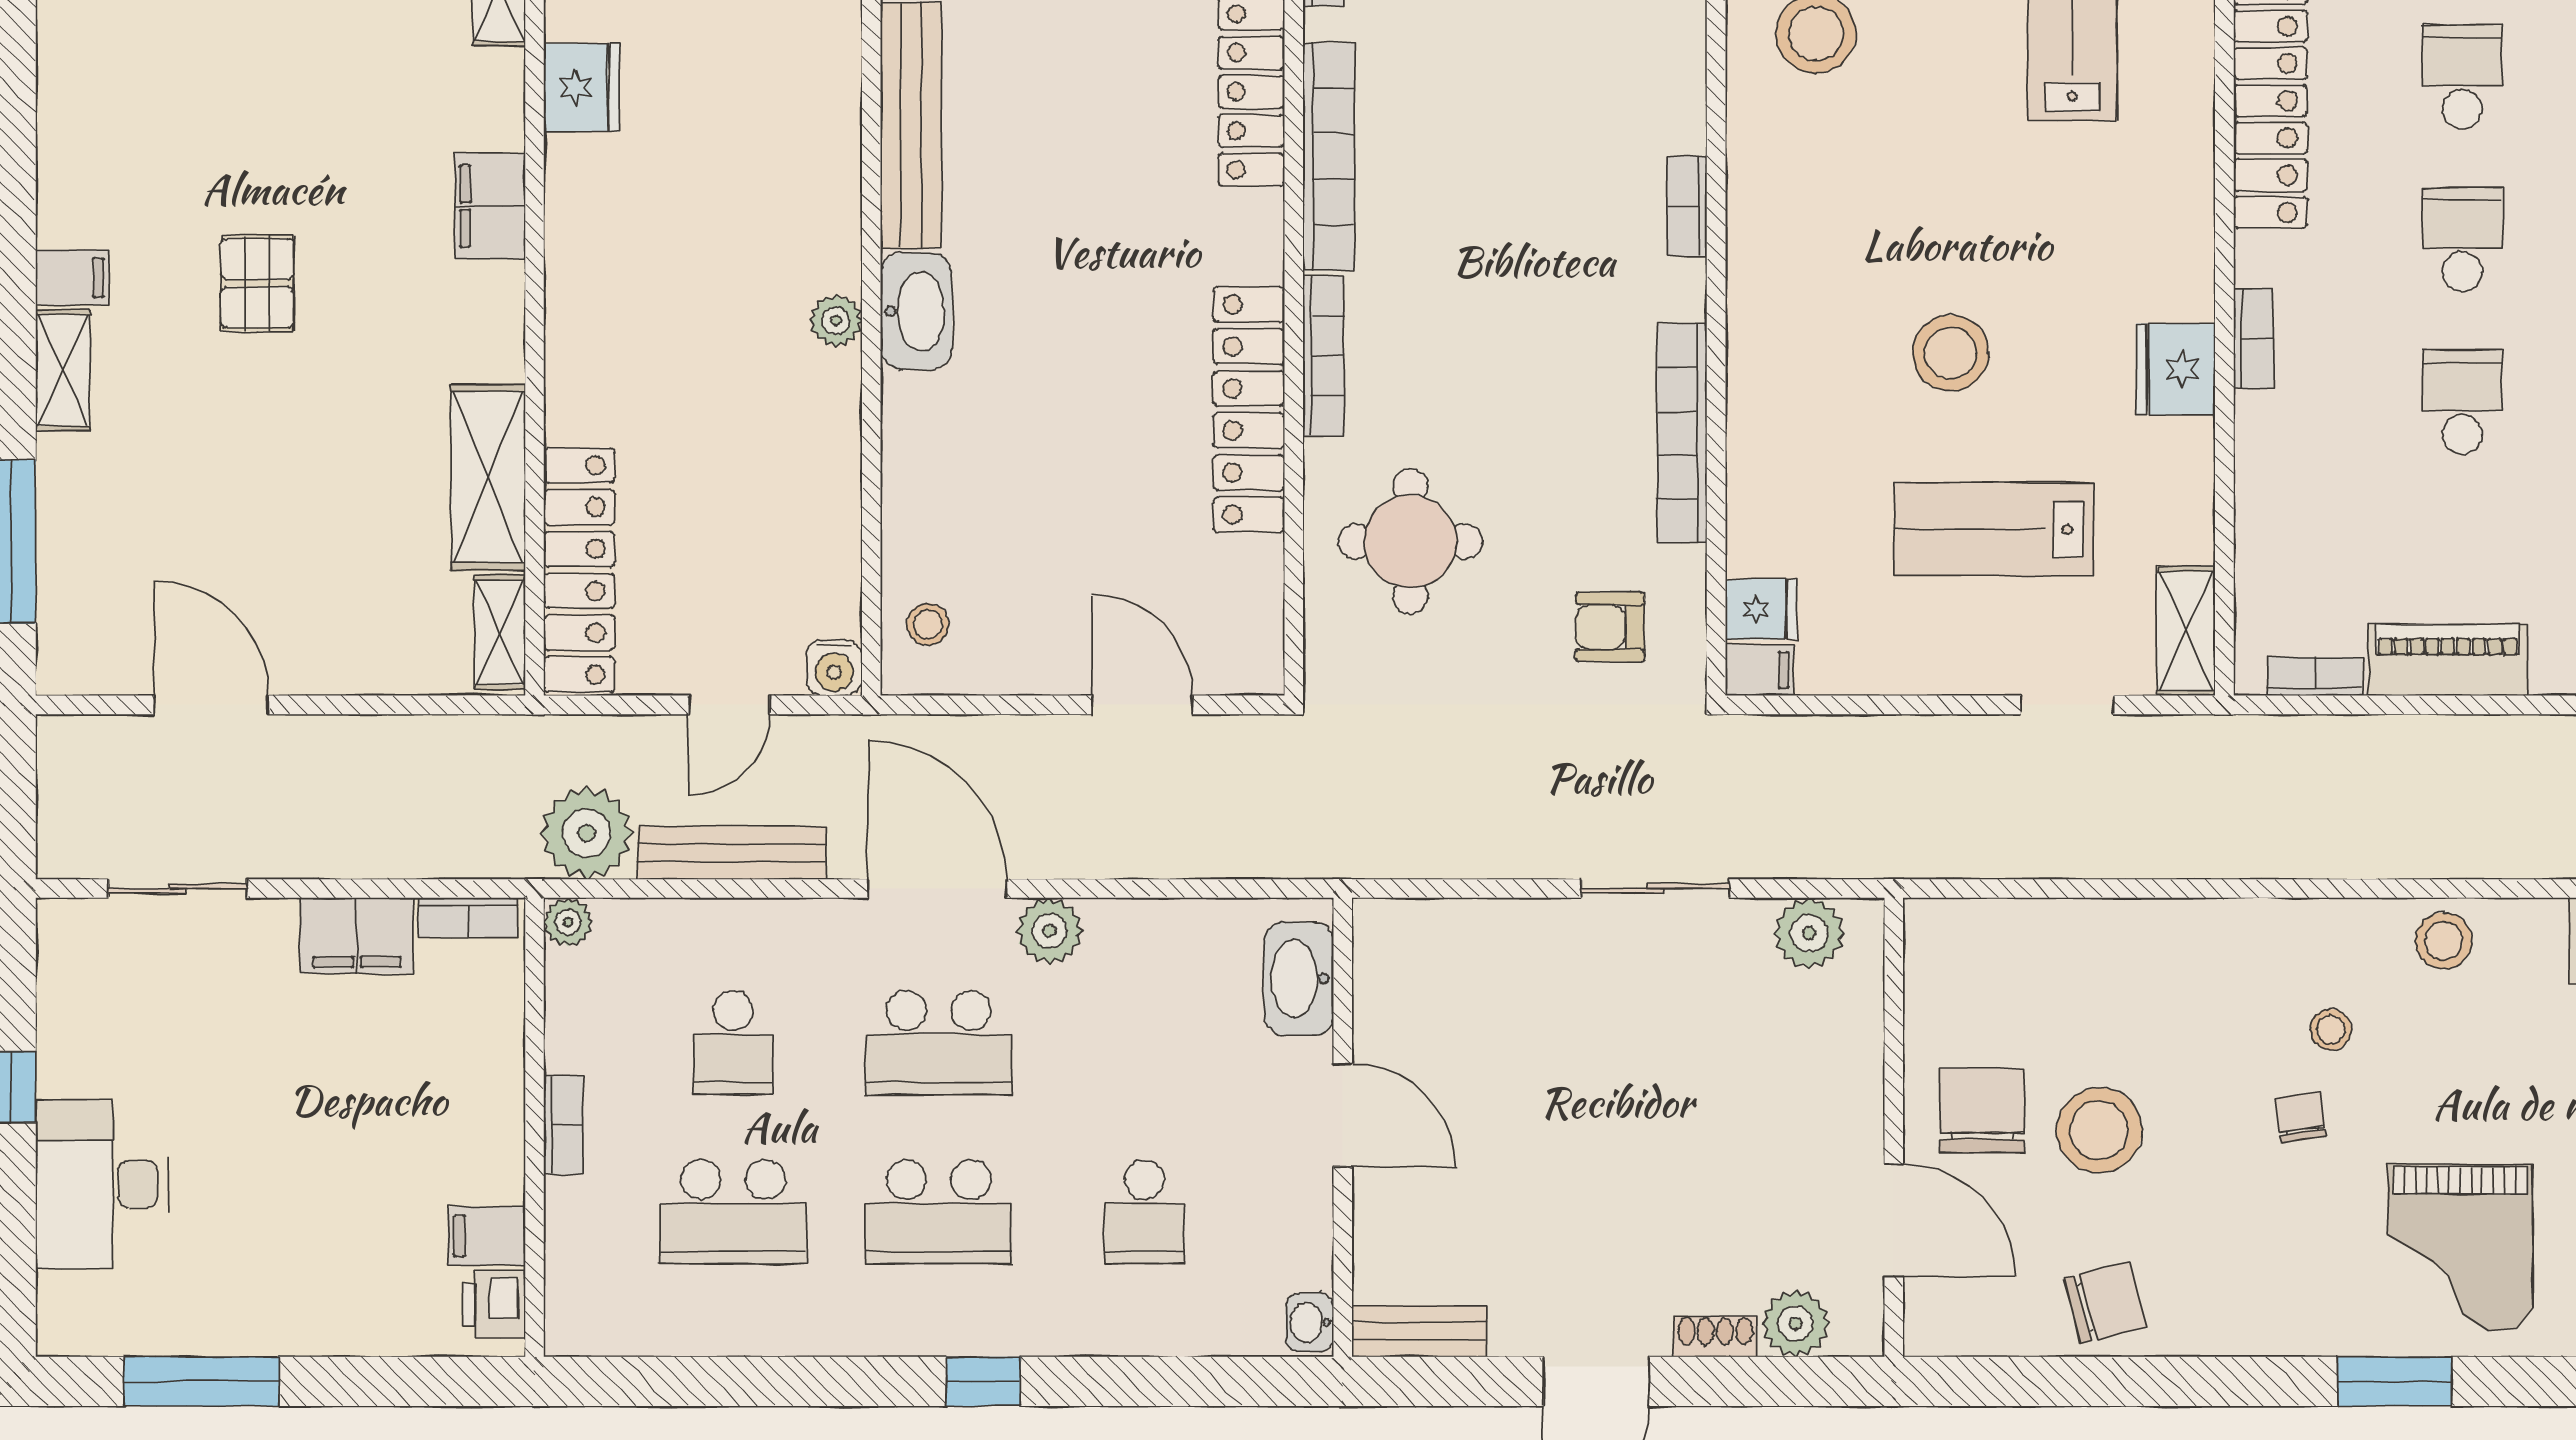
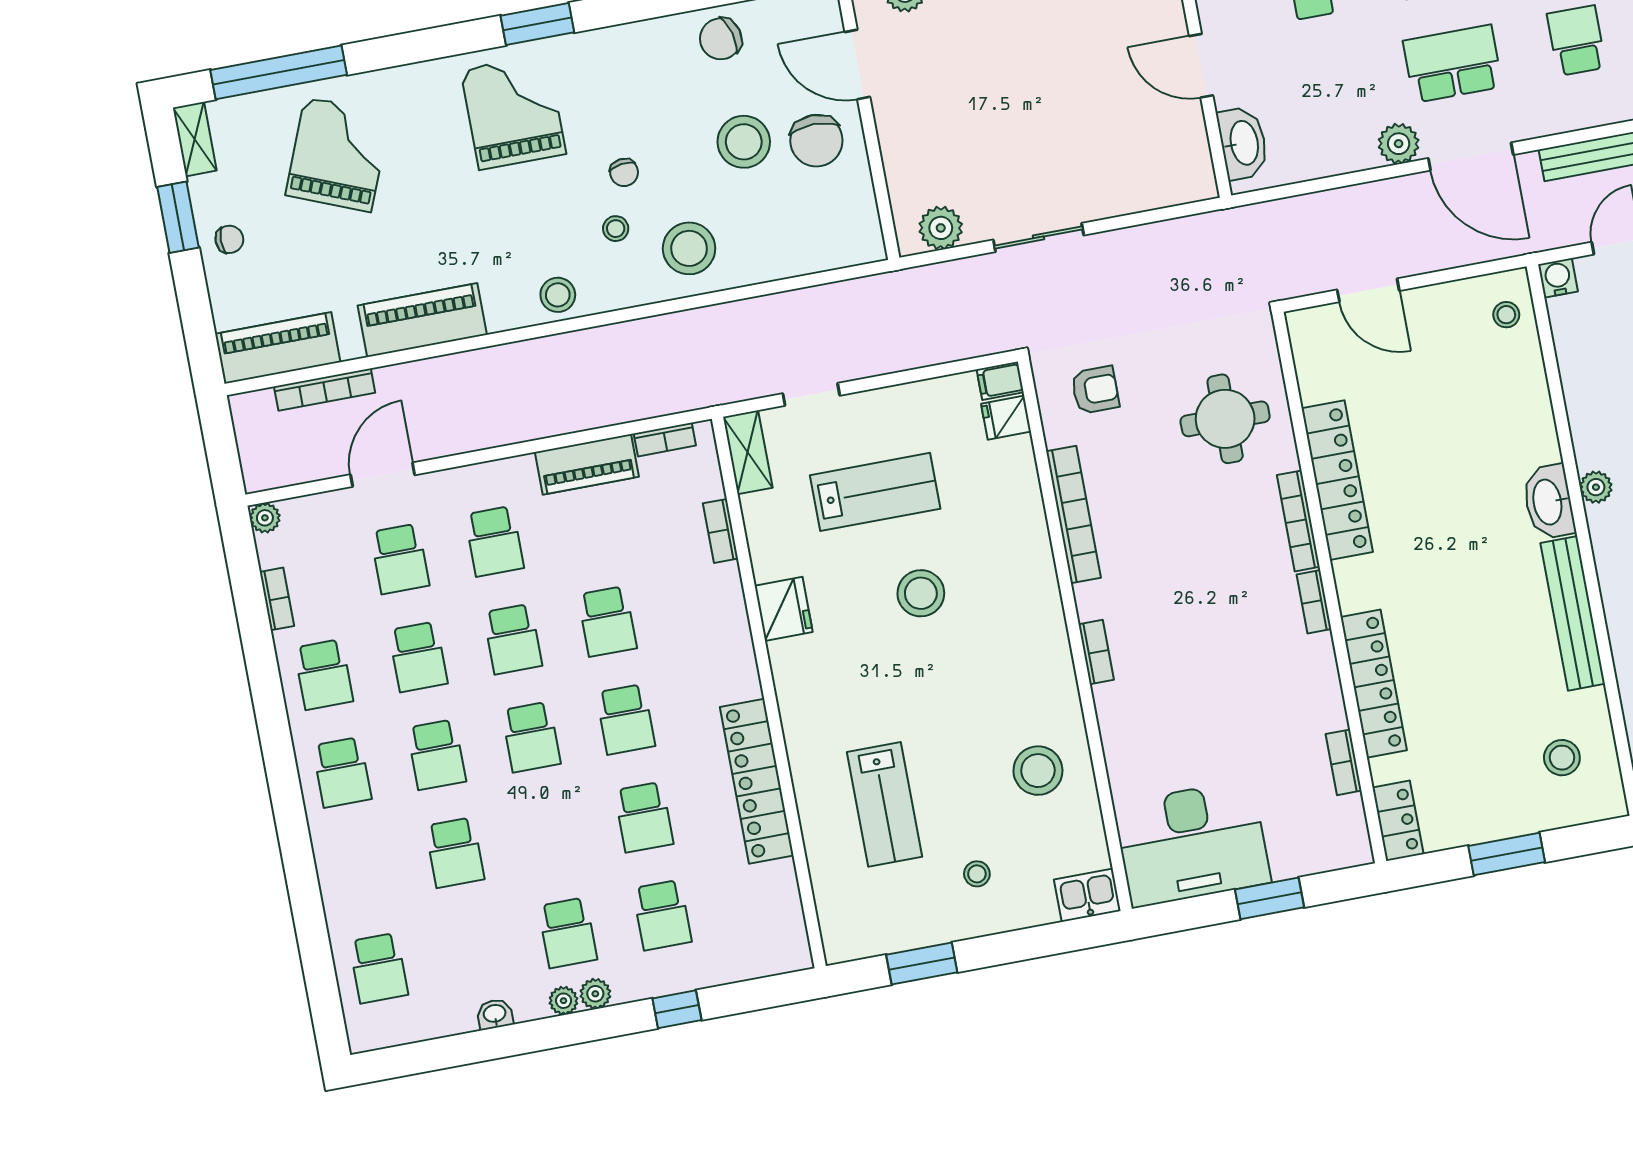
bookcase: (1329, 157) -> (1314, 602), width x0.43, depth x0.76
bookcase: (2253, 338) -> (720, 531), moved
stool: (2219, 976) -> (689, 248), added

